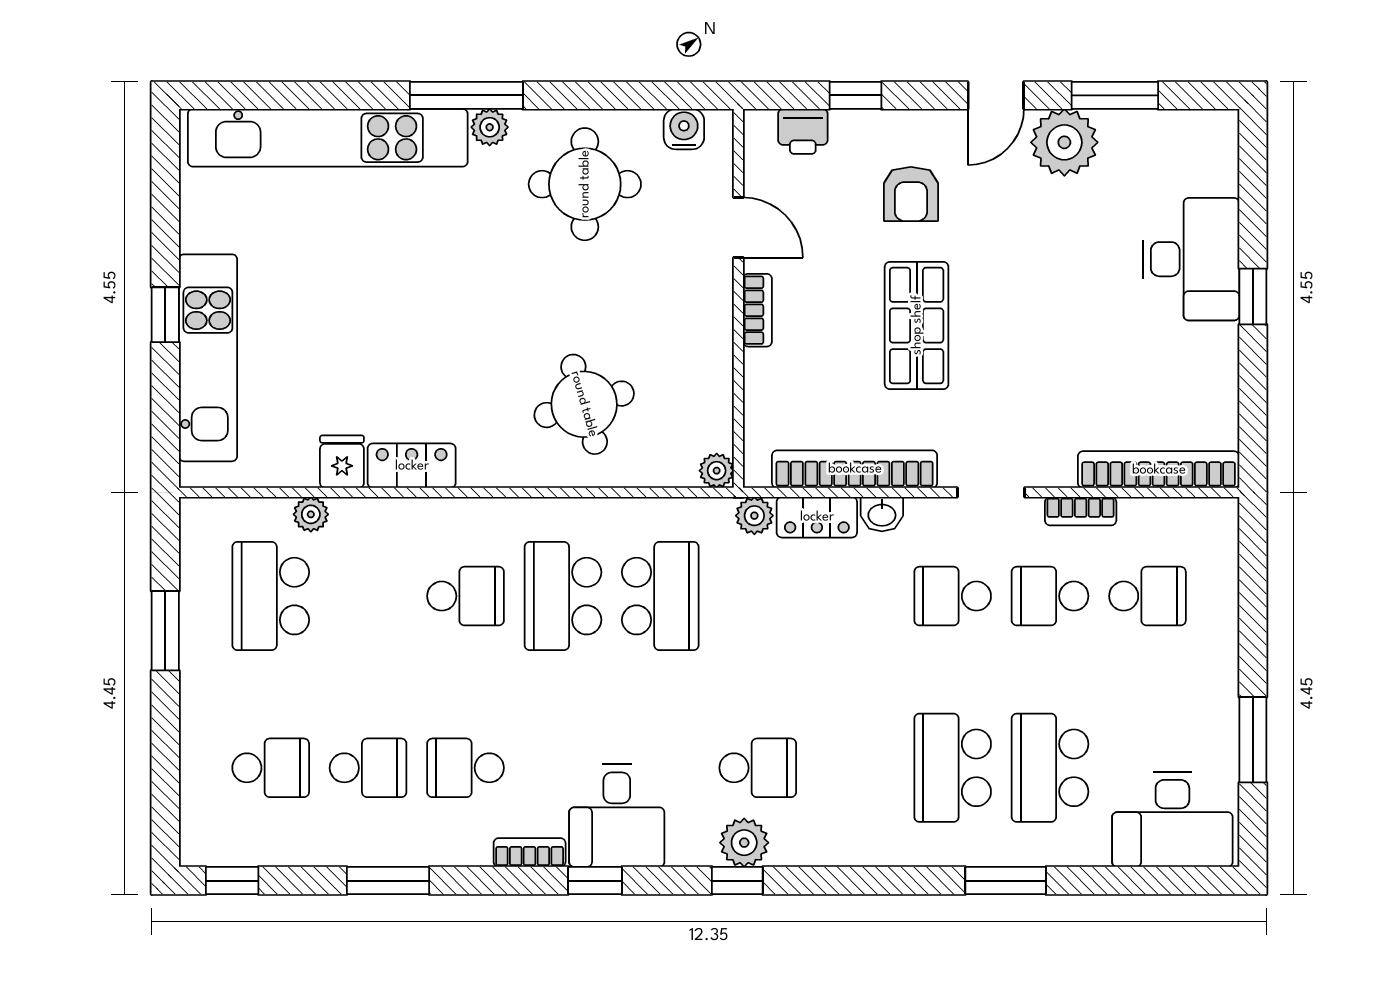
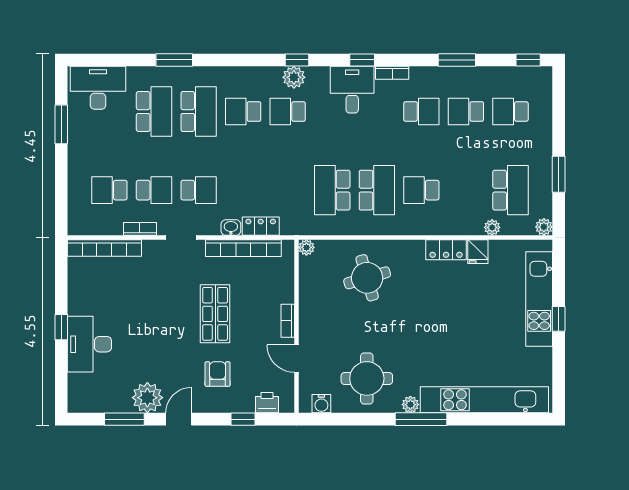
plant: (754, 516) -> (544, 227), moved
school desk: (855, 768) -> (243, 112), added

